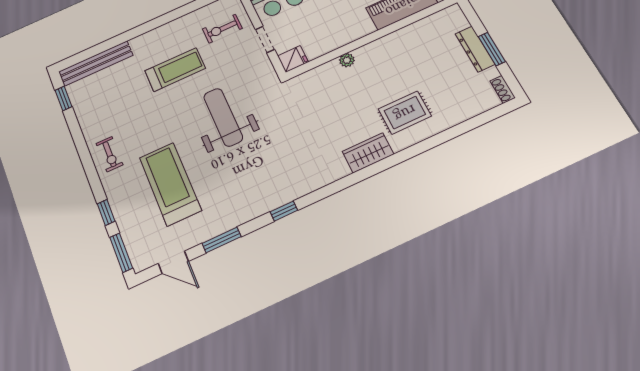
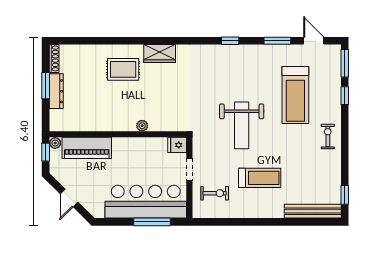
treadmill: (175, 70) -> (260, 178), turned 180
shoe rack: (503, 89) -> (54, 58), width x1.43

